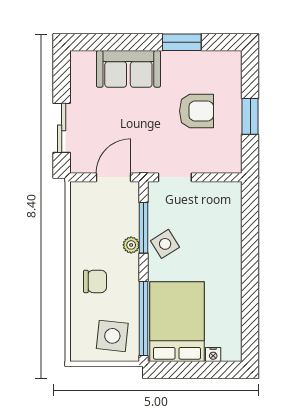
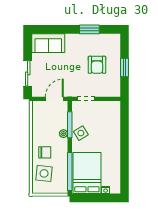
sofa: (128, 69) -> (48, 43), moved
armchair: (196, 111) -> (97, 65), turned 90
side table: (112, 336) -> (44, 173), moved

